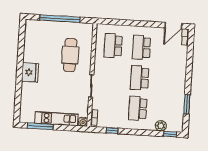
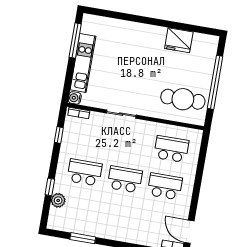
cafe table: (70, 55) -> (183, 99), moved
fridge: (30, 72) -> (179, 40), moved
window: (170, 134) -> (50, 187), moved

